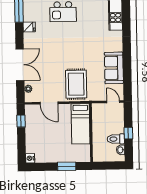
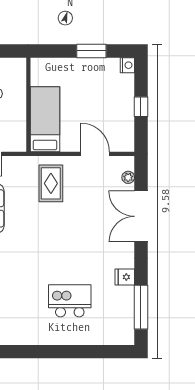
rug: (76, 84) -> (51, 183), width x0.73, depth x0.70
window: (21, 121) -> (141, 107), moved
window: (67, 166) -> (91, 51), moved

